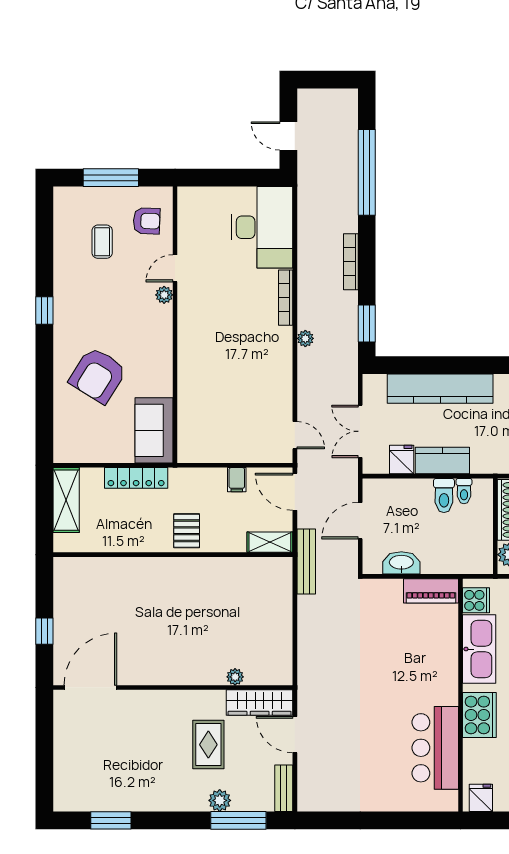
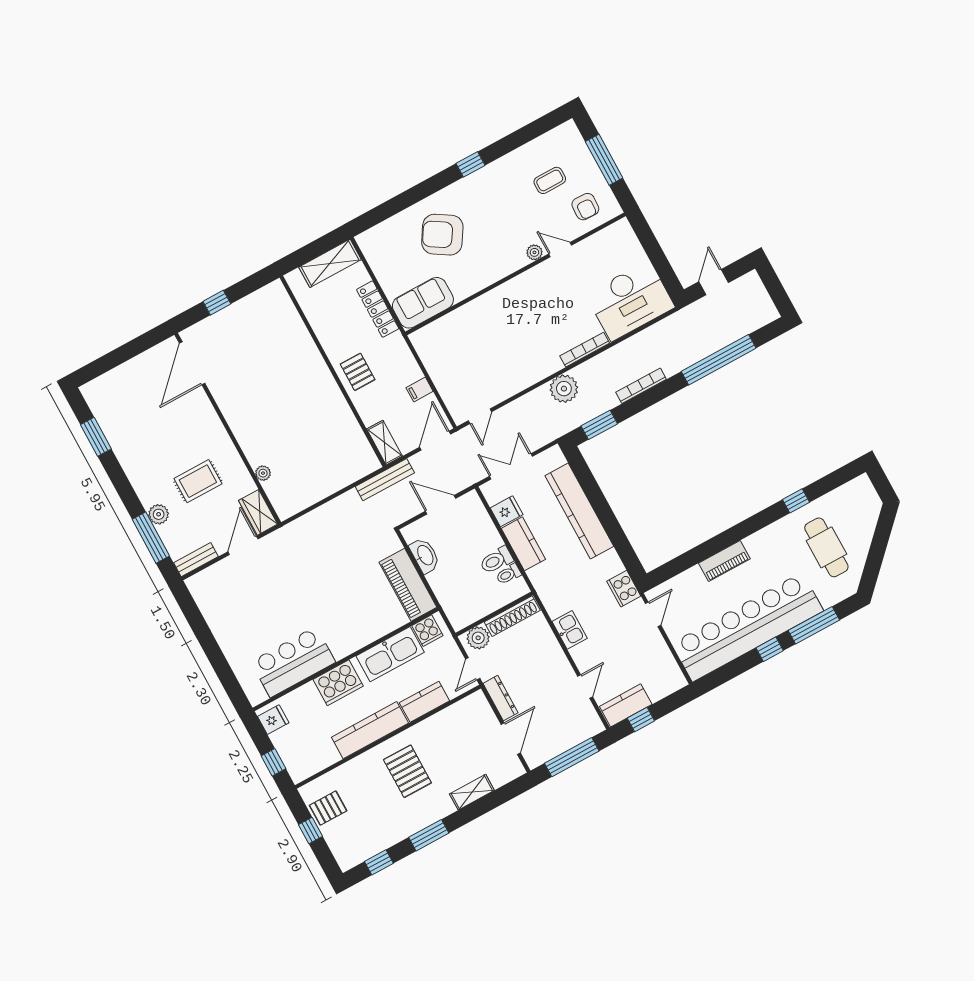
plant: (305, 338) -> (564, 389), width x1.88, depth x1.88
pallet: (187, 531) -> (358, 372), turned 90
piano: (431, 591) -> (408, 585), width x1.37, depth x1.33
door: (90, 687) -> (192, 363), swing flipped
wardrobe: (260, 702) -> (258, 512), width x0.67

